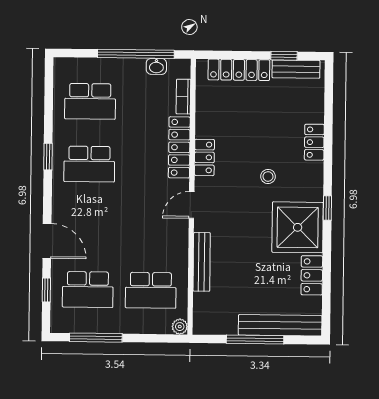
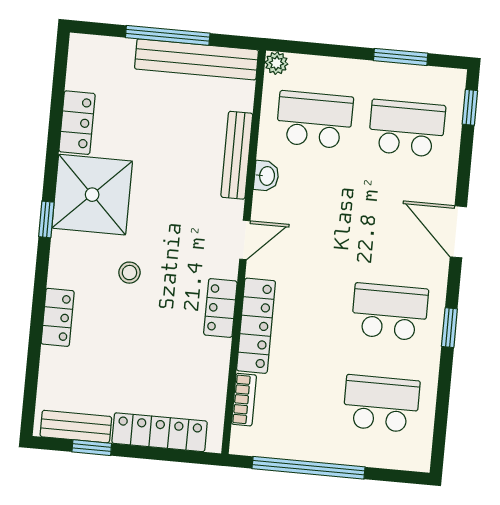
washbasin: (156, 66) -> (266, 176), moved, turned 90
door: (47, 241) -> (458, 232), moved
window: (46, 290) -> (470, 107), moved
bench: (280, 325) -> (196, 59), moved
window: (96, 338) -> (401, 57), width x0.69

